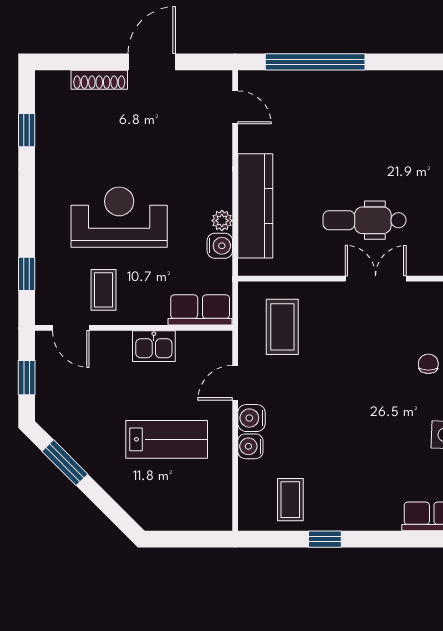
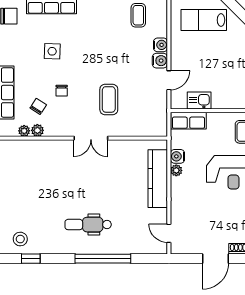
window: (315, 62) -> (103, 259), moved
dental chair: (365, 220) -> (88, 225), moved, turned 180
coffee table: (282, 327) -> (109, 99), moved
kitchen sink: (154, 346) -> (199, 101), moved
lab bench: (167, 439) -> (204, 20), moved

